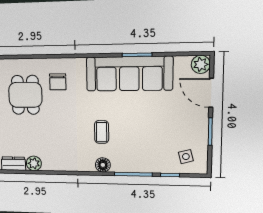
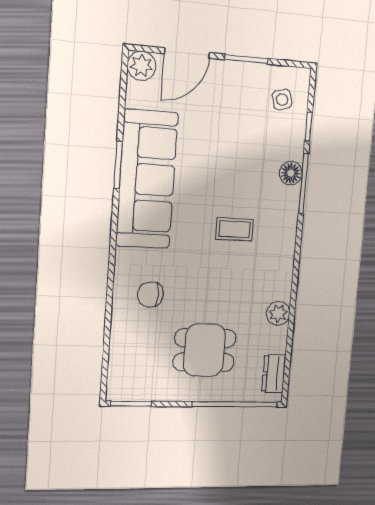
chair: (58, 82) -> (150, 295), turned 180
dining table: (25, 95) -> (205, 350), moved
plant: (34, 163) -> (278, 313), moved
floor lamp: (103, 165) -> (291, 173), moved

